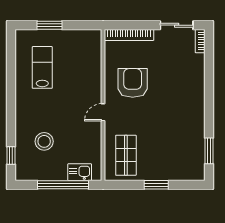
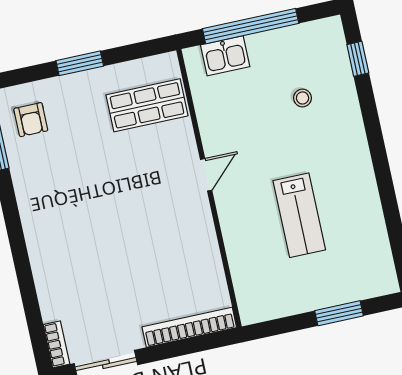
lab bench: (42, 67) -> (299, 215), moved
armchair: (133, 83) -> (31, 120), moved, width x0.53, depth x0.53
stool: (44, 141) -> (303, 98), width x0.53, depth x0.53
shop shelf: (126, 155) -> (147, 105), turned 90

